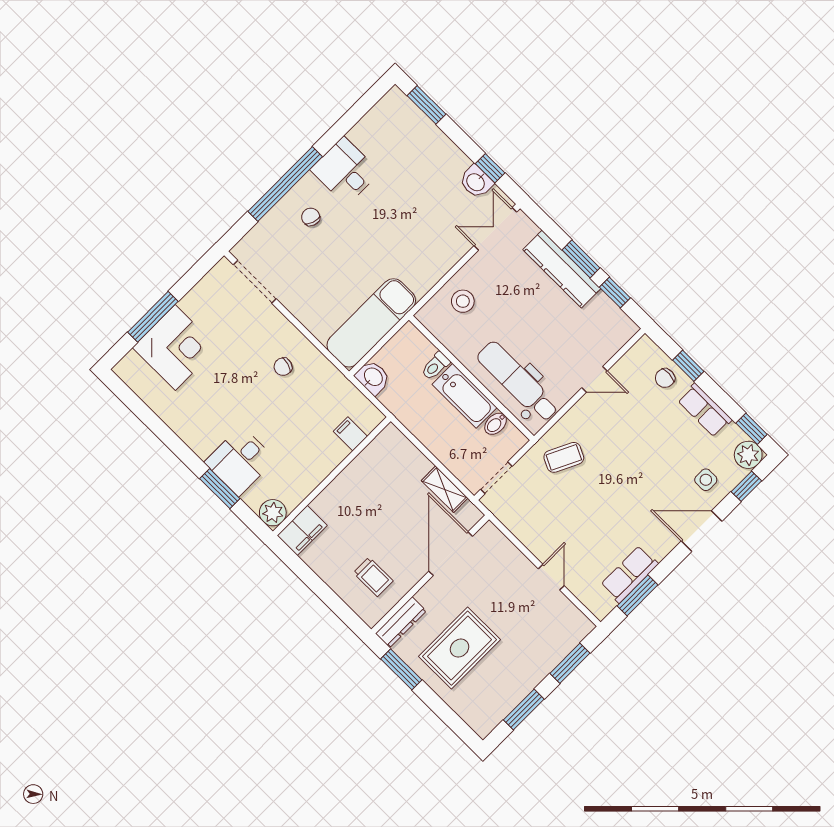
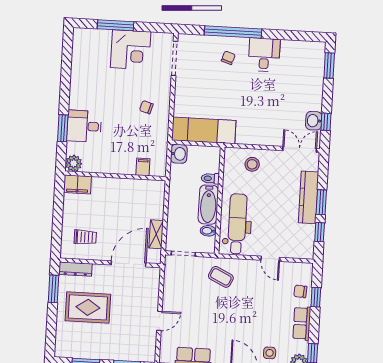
corner desk: (175, 348) -> (131, 50), moved
trolley: (373, 577) -> (85, 237), turned -90

